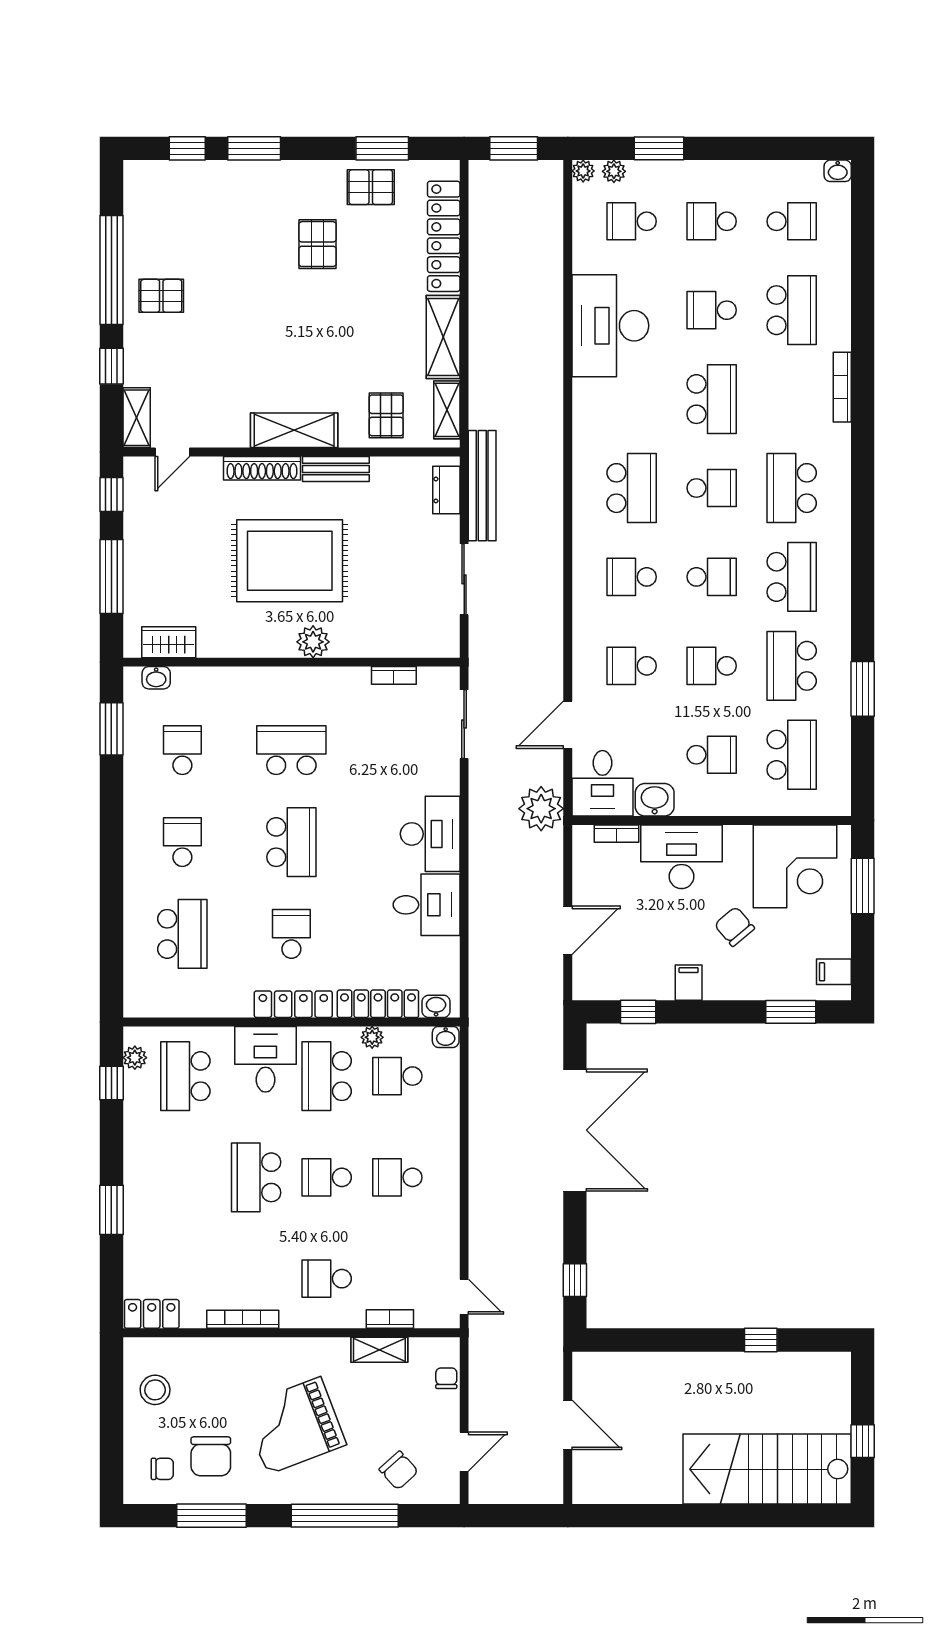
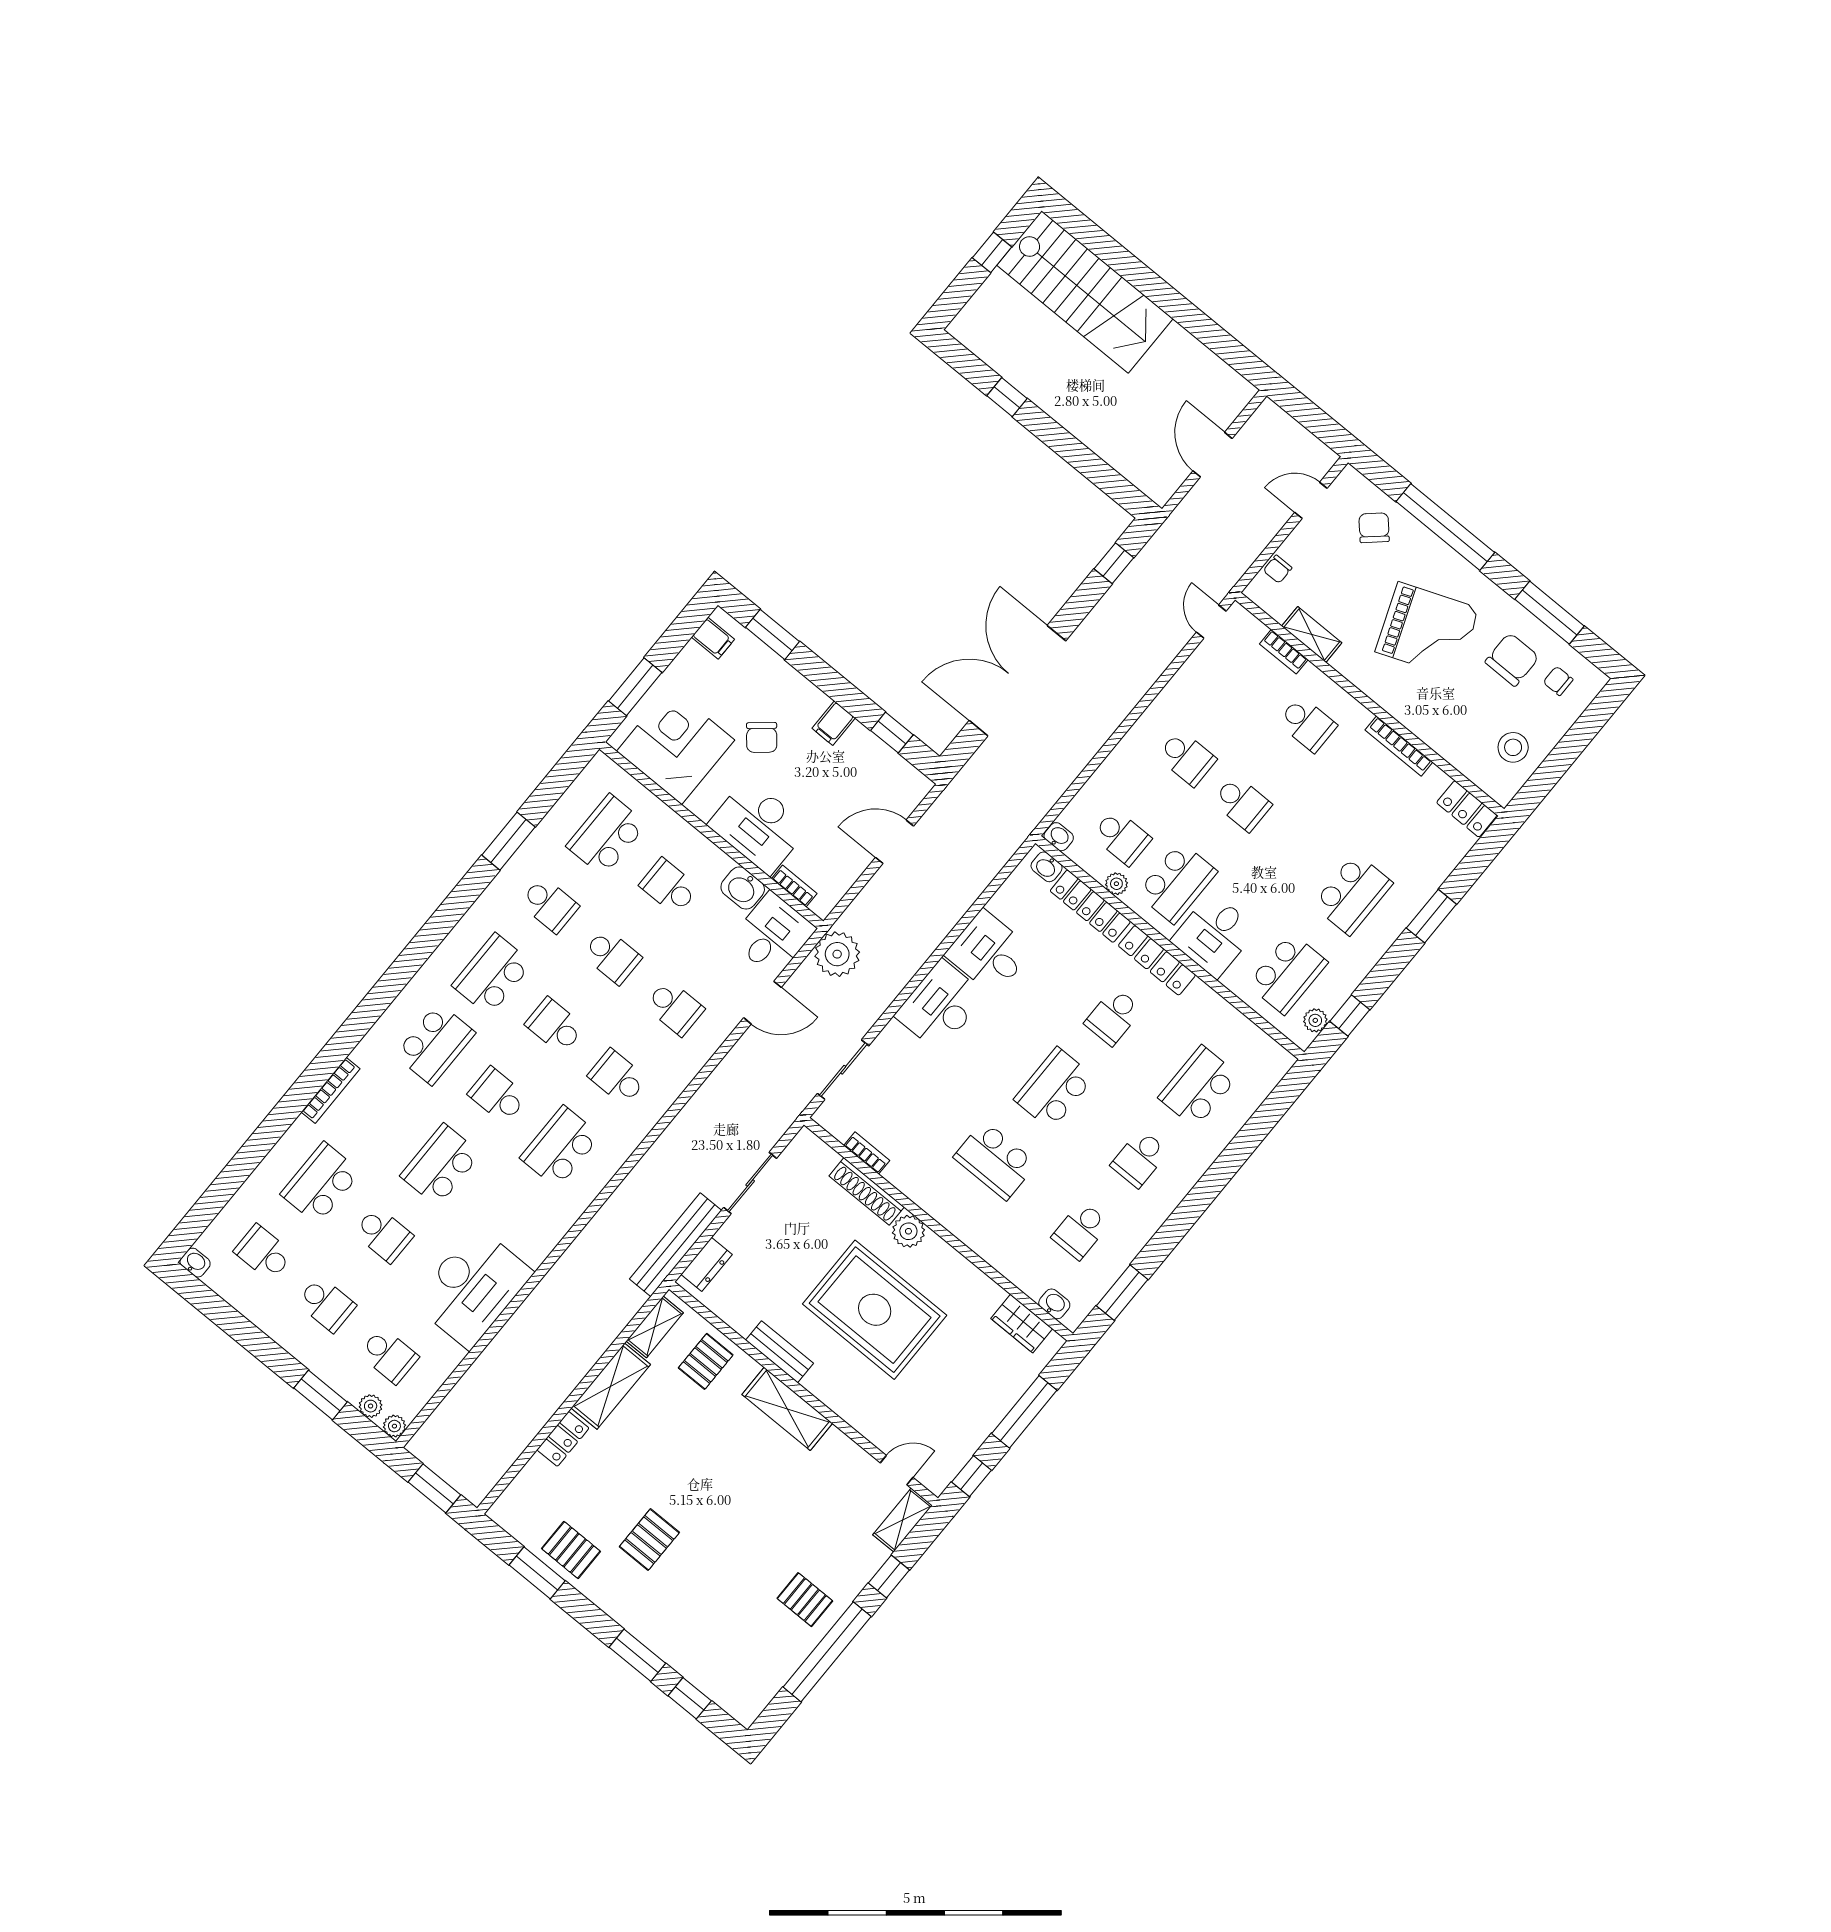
locker: (444, 236) -> (563, 1439), width x0.46, depth x0.83
shoe rack: (262, 468) -> (867, 1191), moved, turned 180
school desk: (632, 577) -> (617, 1077), turned 180
school desk: (792, 666) -> (549, 905), width x0.54
school desk: (256, 1177) -> (1353, 894), moved

